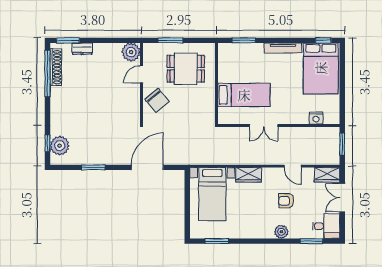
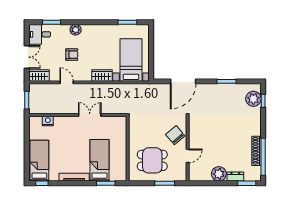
plant: (131, 52) -> (219, 174), moved
shoe rack: (56, 67) -> (256, 151), moved
bed: (321, 68) -> (39, 161), width x0.67
bed: (244, 95) -> (99, 160), moved, turned 90

